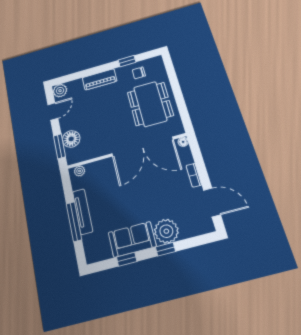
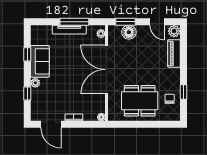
piano: (100, 79) -> (174, 54), moved
double door: (142, 147) -> (106, 70), moved
door: (212, 202) -> (51, 124), hinge flipped
window: (74, 222) -> (74, 22), moved
plant: (166, 231) -> (35, 83), width x0.53, depth x0.53
window: (166, 249) -> (27, 93), moved

